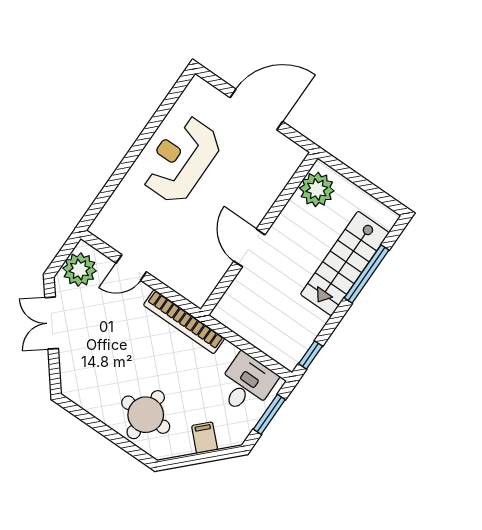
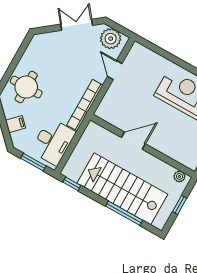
window: (361, 182) -> (180, 205), added
plant: (317, 189) -> (179, 176), width x0.53, depth x0.53
stairs: (345, 263) -> (122, 189), width x1.36, depth x1.51
desk: (246, 384) -> (53, 142), width x1.37

